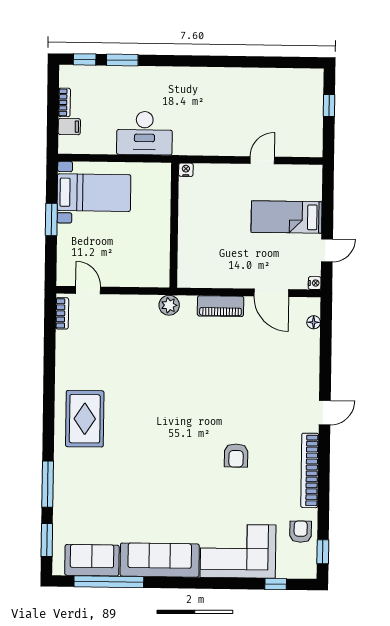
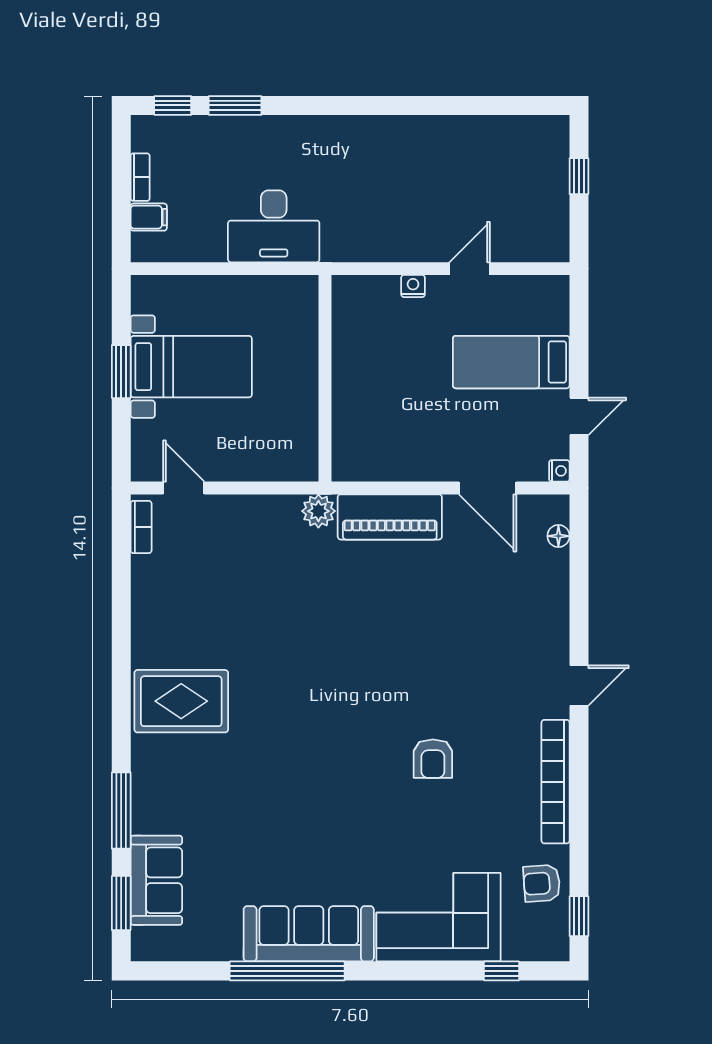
nightstand: (186, 170) -> (413, 286), moved
bed with nightstands: (94, 193) -> (191, 367), moved
piano: (221, 306) -> (390, 517), width x1.37, depth x1.33
rug: (85, 419) -> (181, 701), turned 90
armchair: (301, 532) -> (542, 883), turned -94
sofa: (92, 560) -> (156, 880), moved, turned 90
window: (109, 582) -> (287, 971), moved

